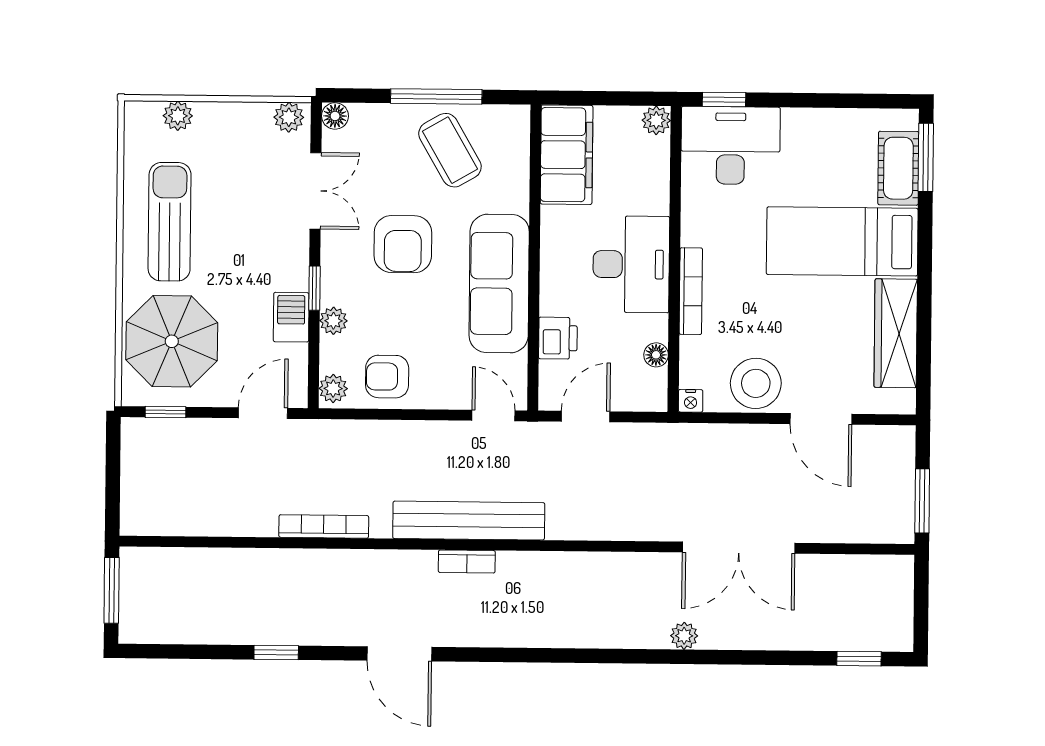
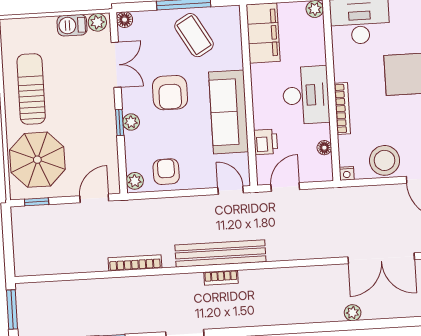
plant: (178, 116) -> (32, 26), removed
barbecue: (291, 317) -> (72, 25), moved, turned -90
plant: (333, 321) -> (131, 122), moved
armchair: (387, 377) -> (166, 172), turned 89

